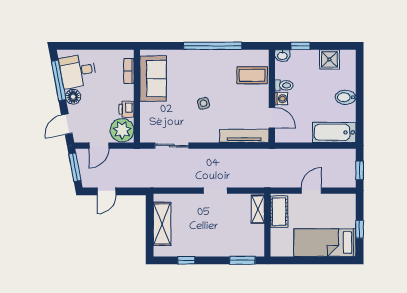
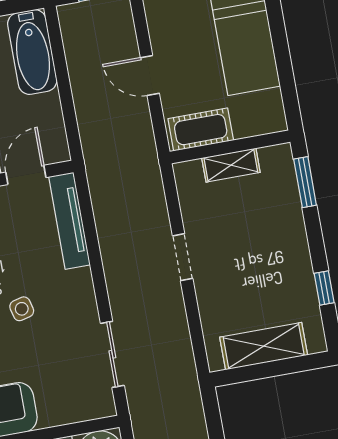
shelving: (258, 209) -> (231, 165), moved

